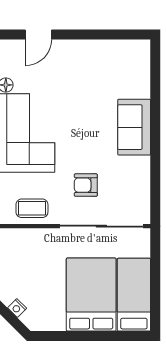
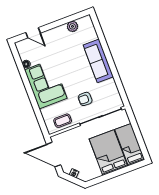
door: (38, 35) -> (33, 33), hinge flipped
plant: (112, 50) -> (72, 26), added
sofa: (134, 127) -> (98, 61), width x1.36

